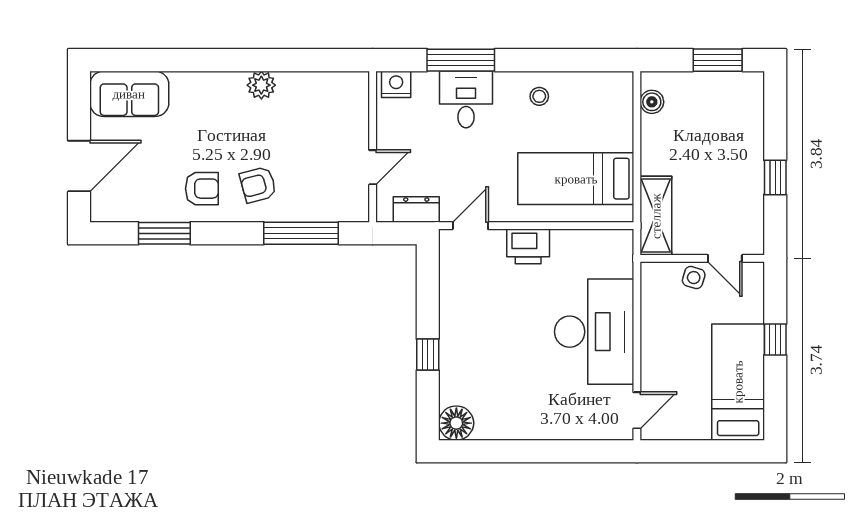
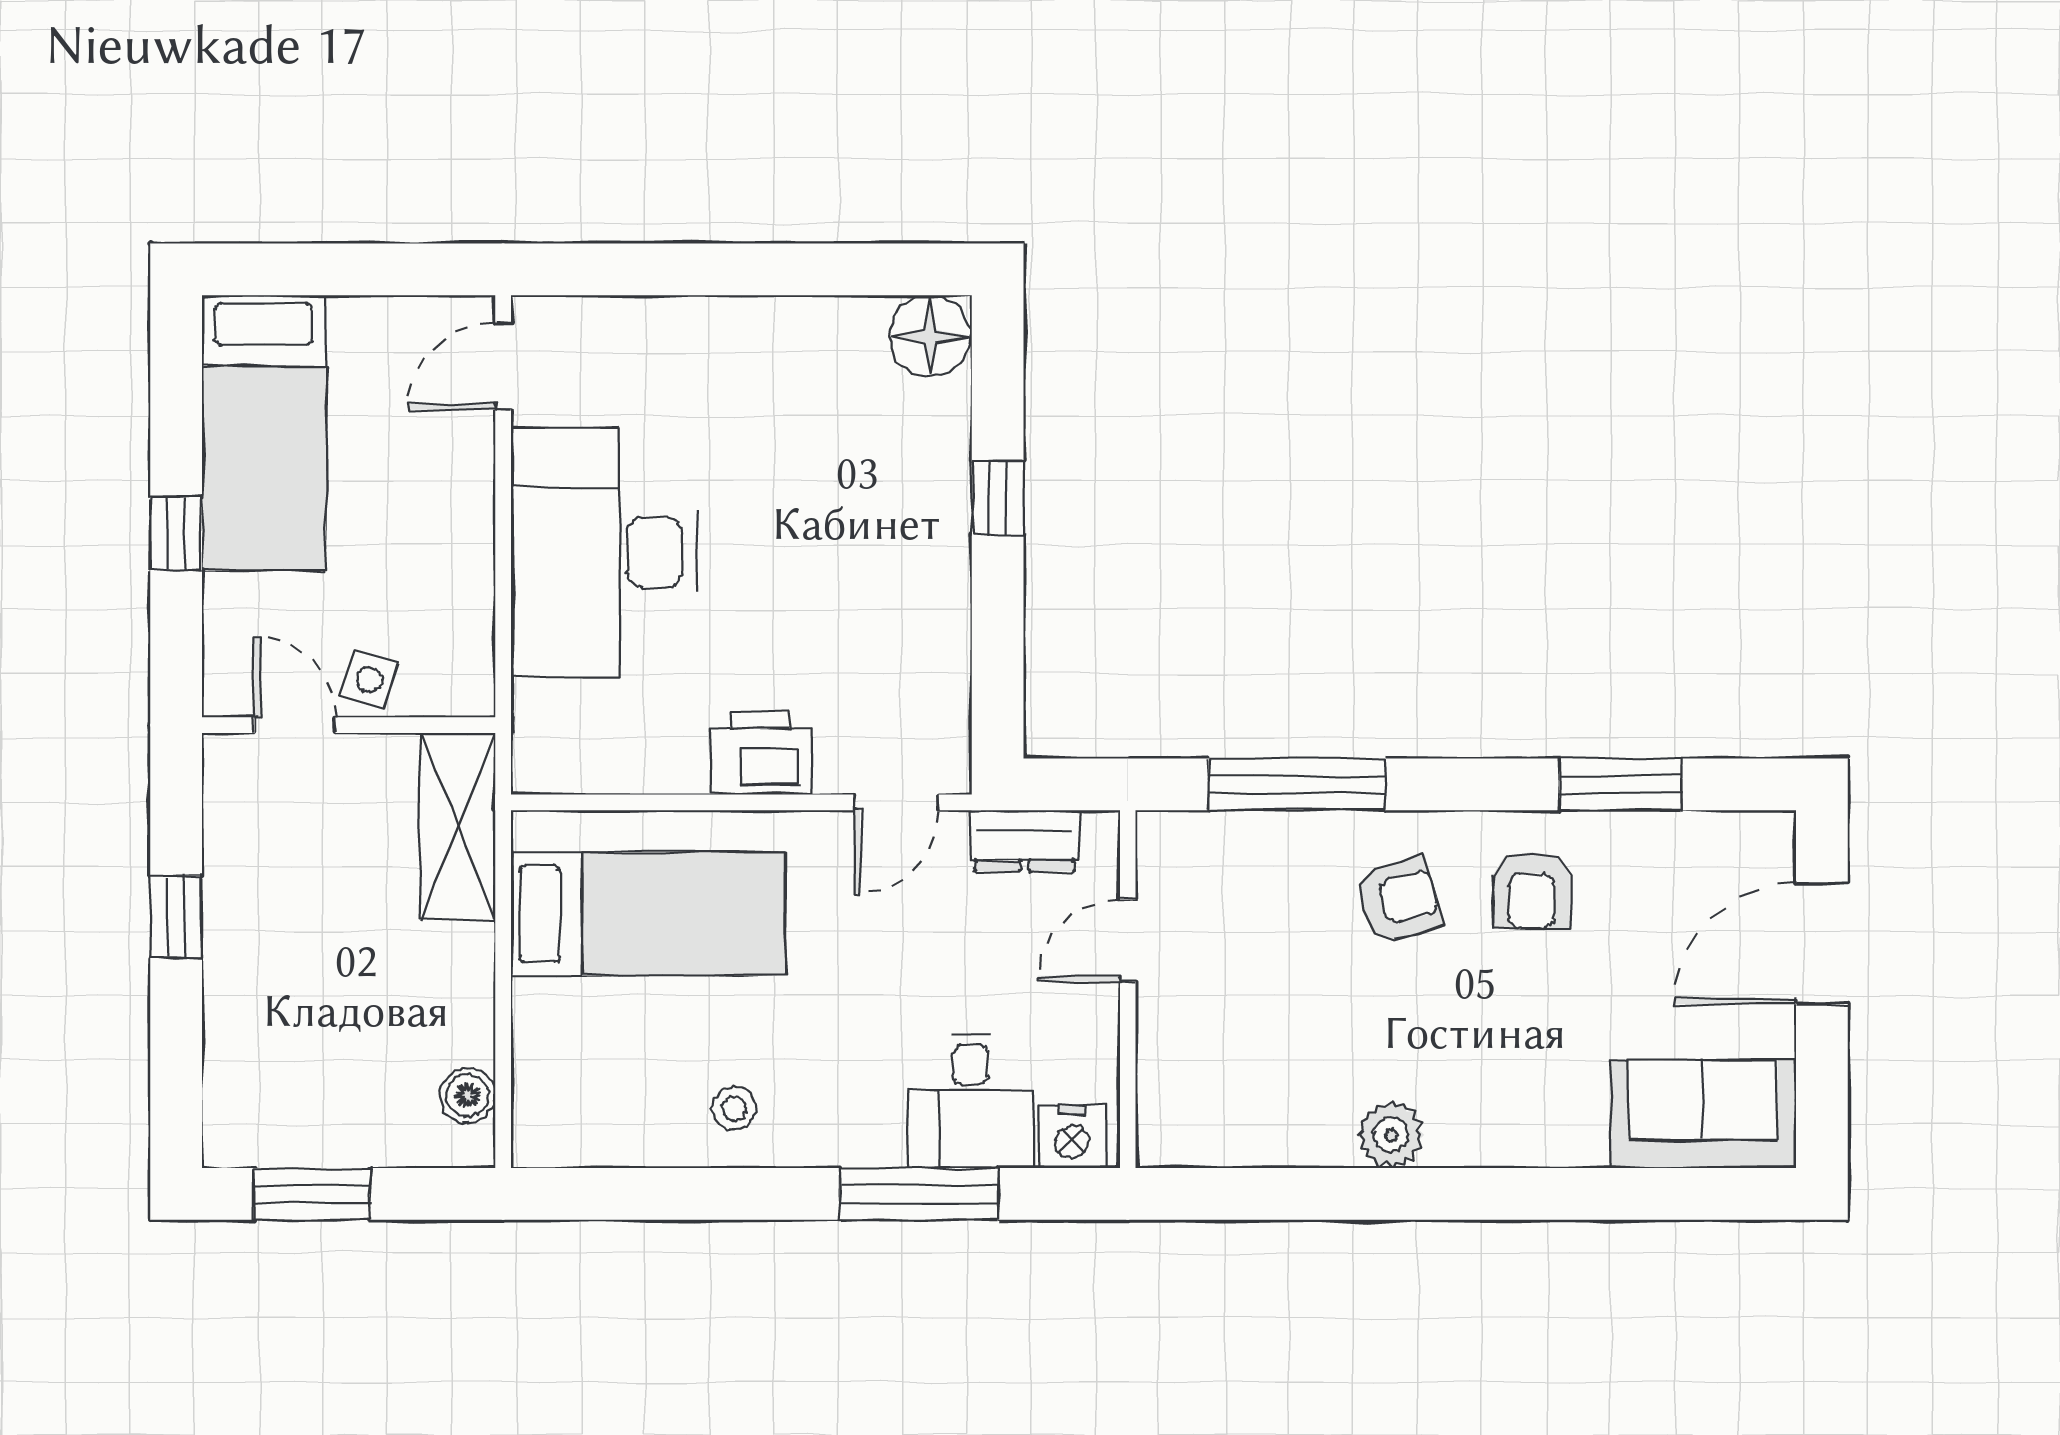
desk: (466, 99) -> (970, 1101), moved
armchair: (202, 189) -> (1531, 890), turned -90

